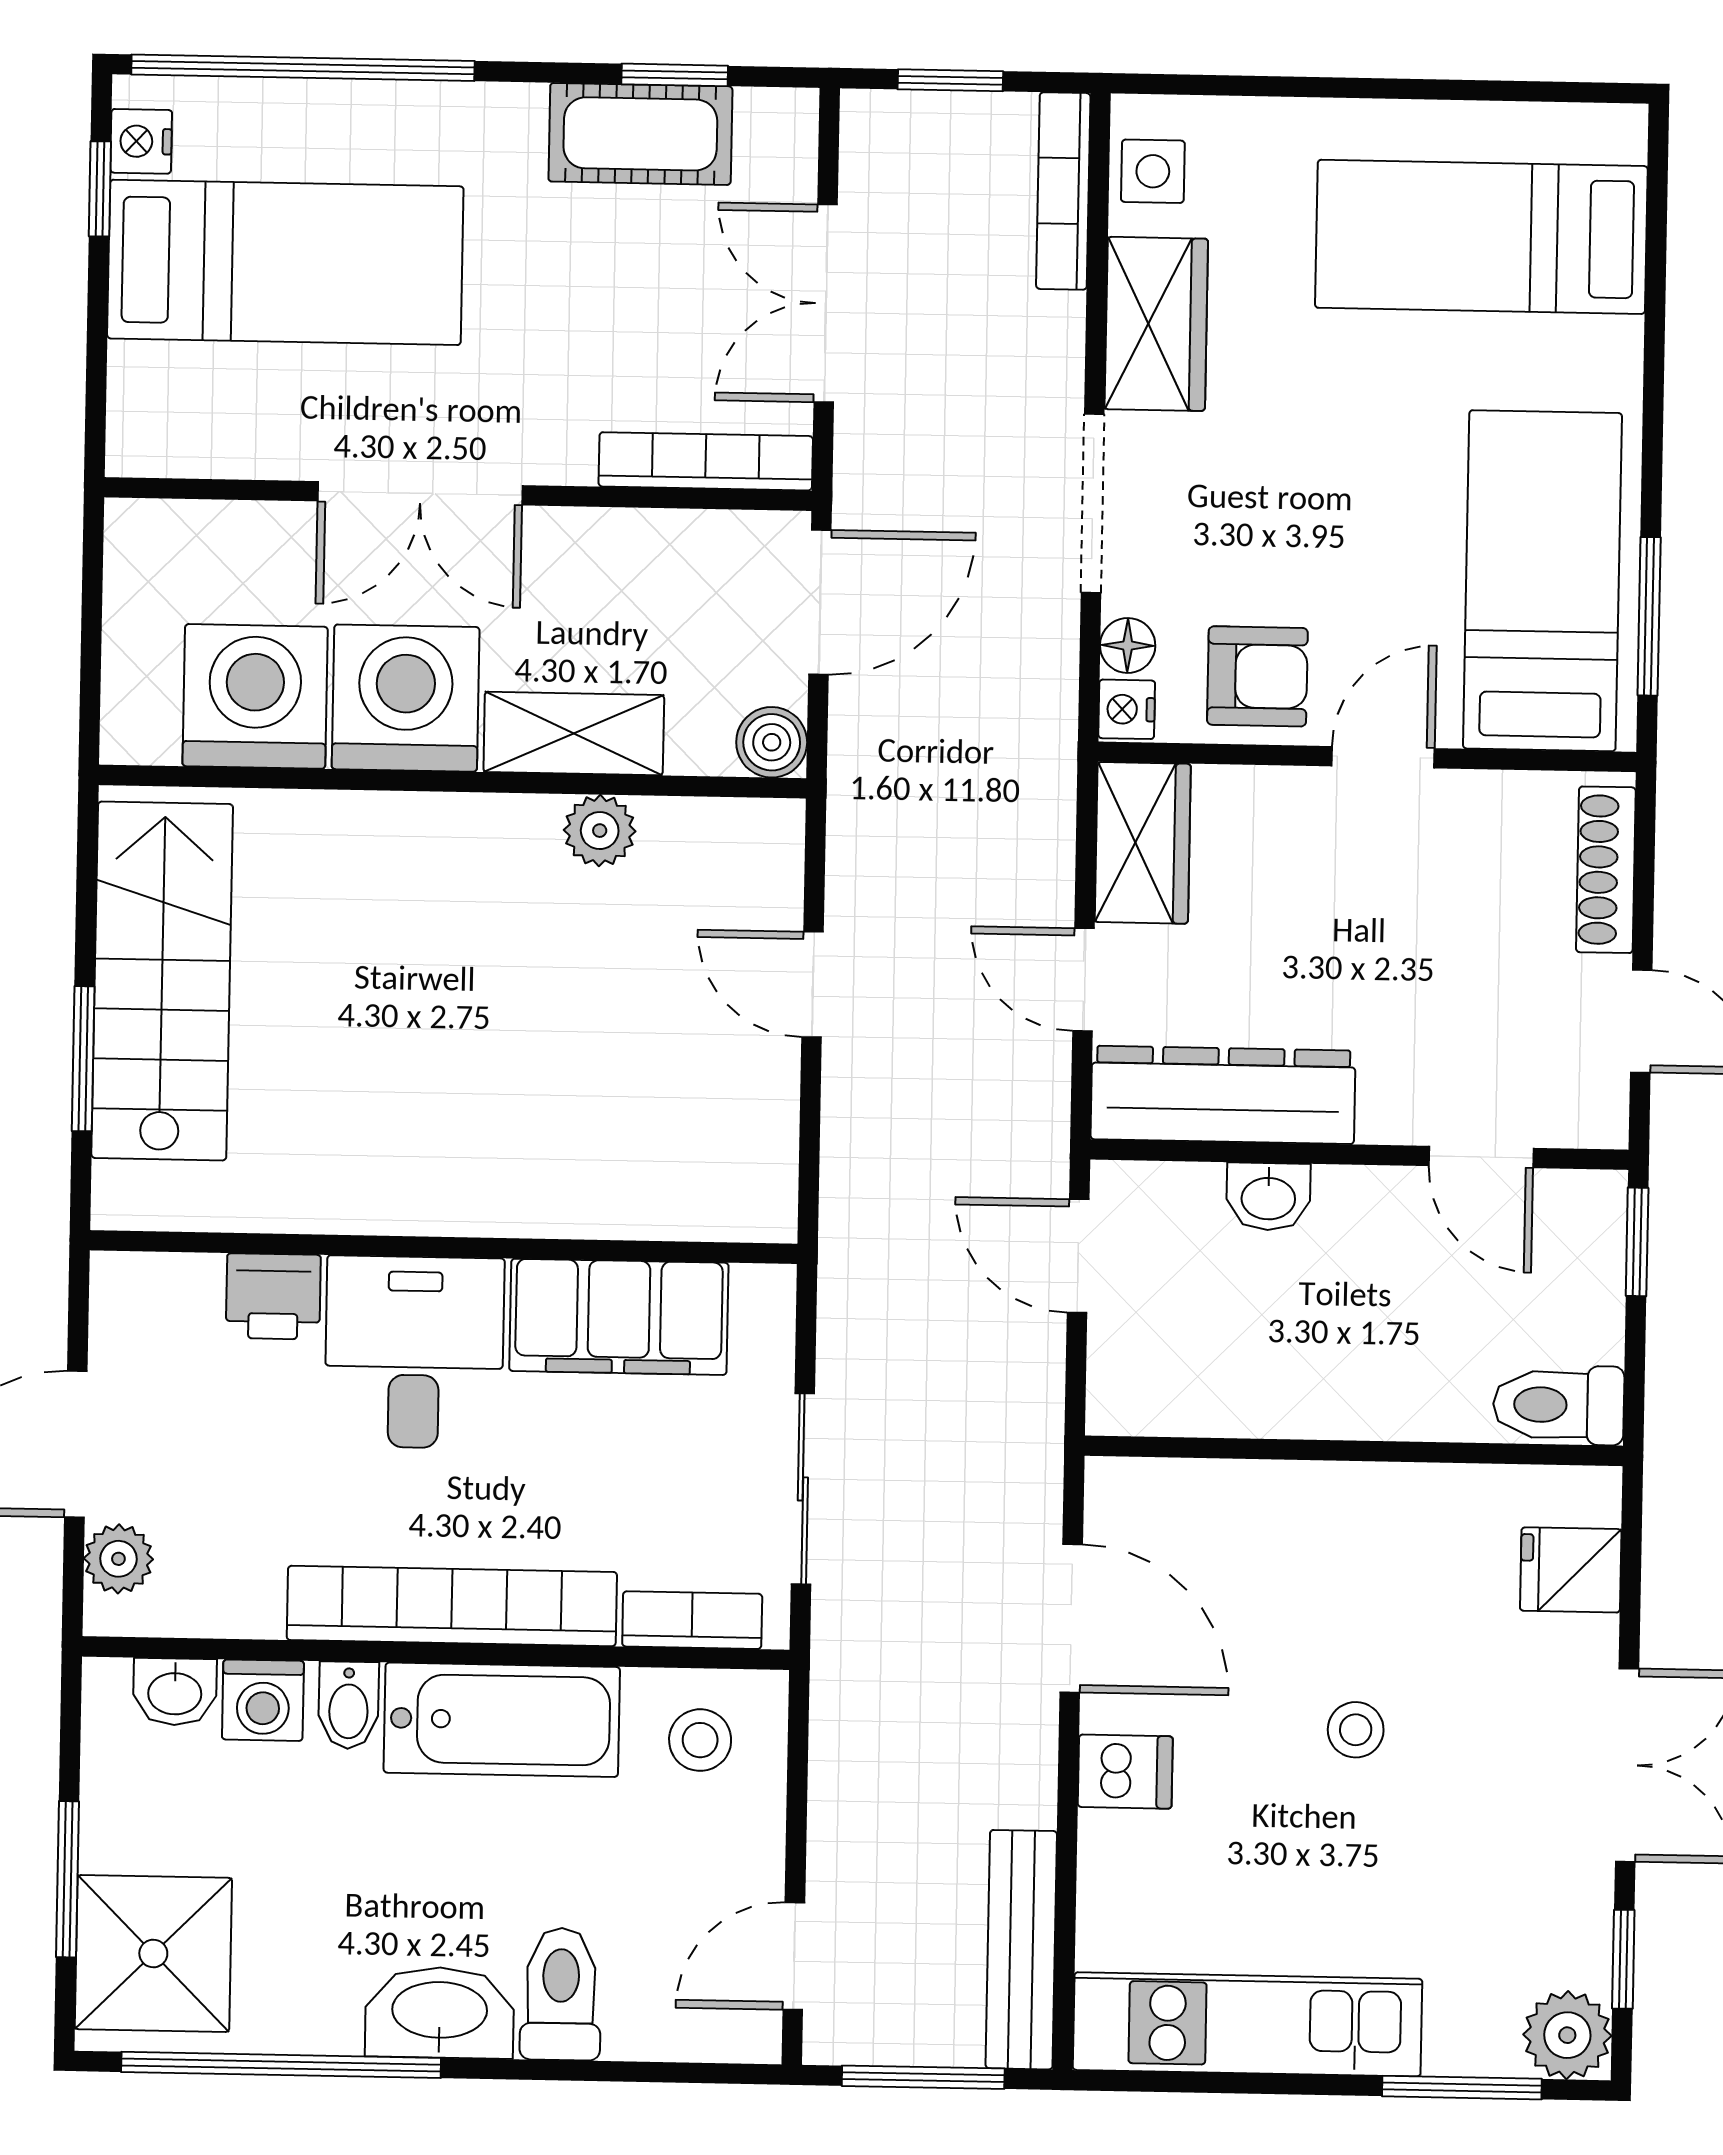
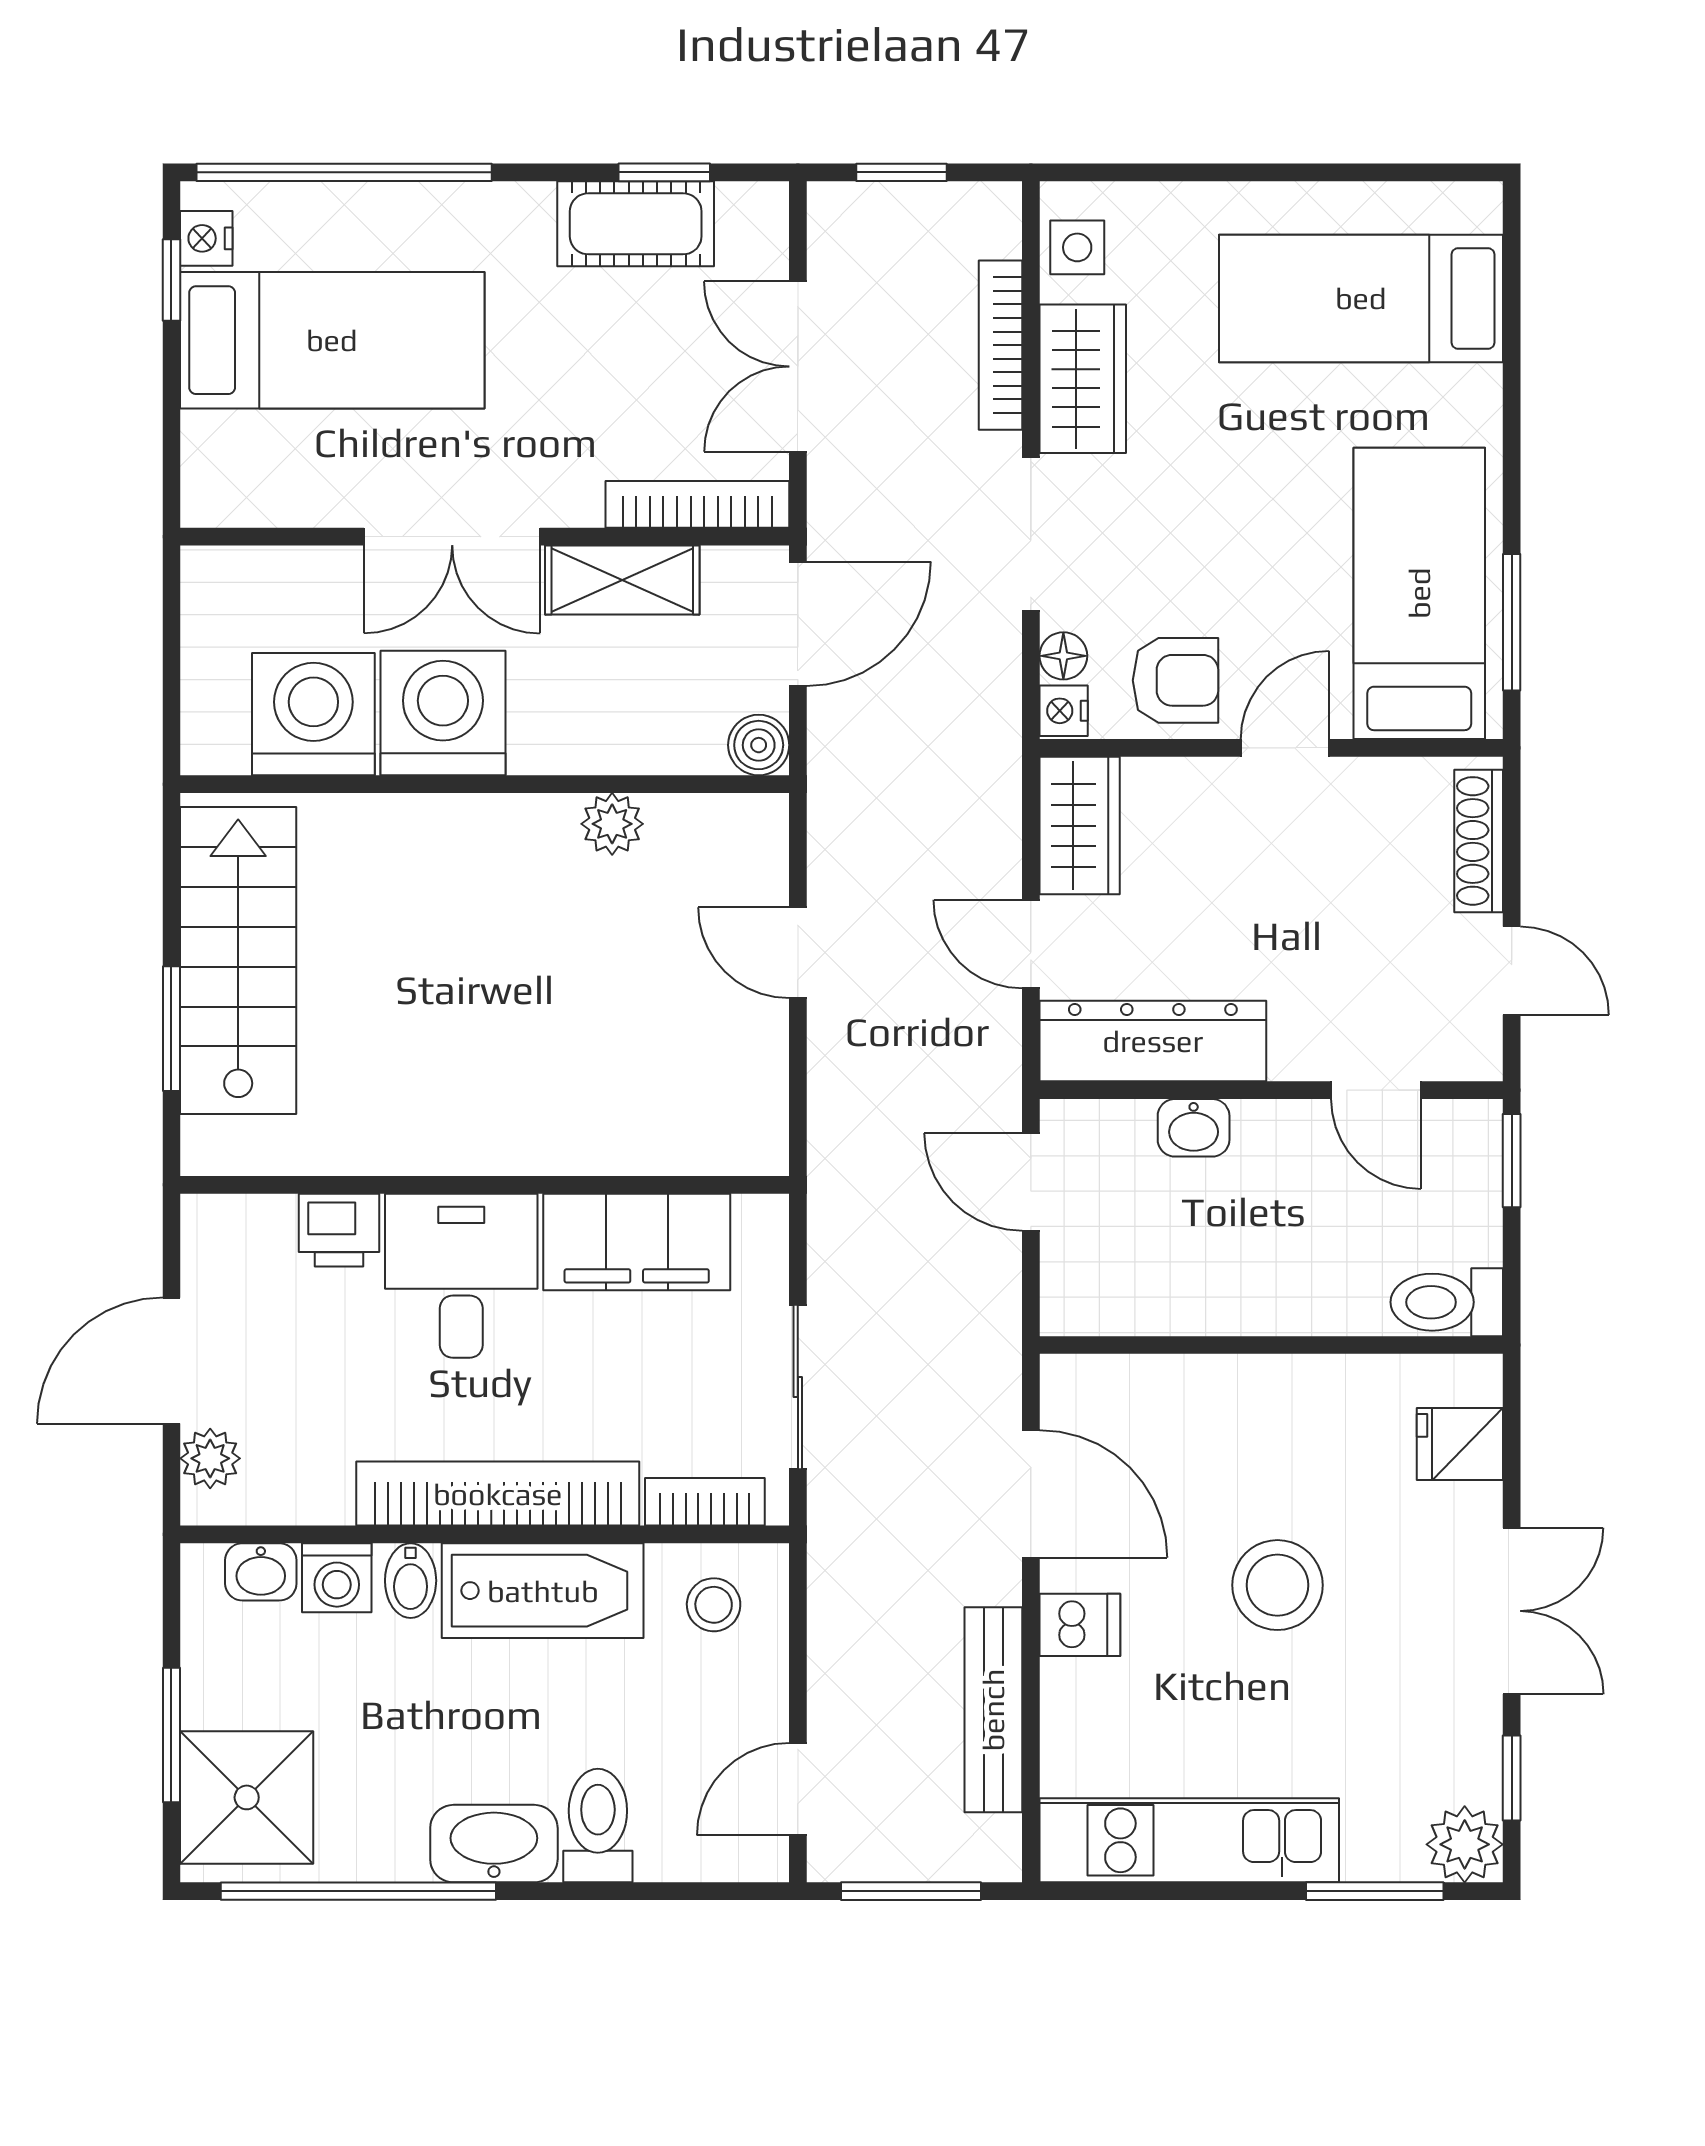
bookcase: (1063, 191) -> (1000, 345), moved
shelving: (574, 734) -> (622, 580), moved
stool: (1356, 1730) -> (1277, 1585), width x1.89, depth x1.89
bench: (1021, 1950) -> (993, 1710), moved

